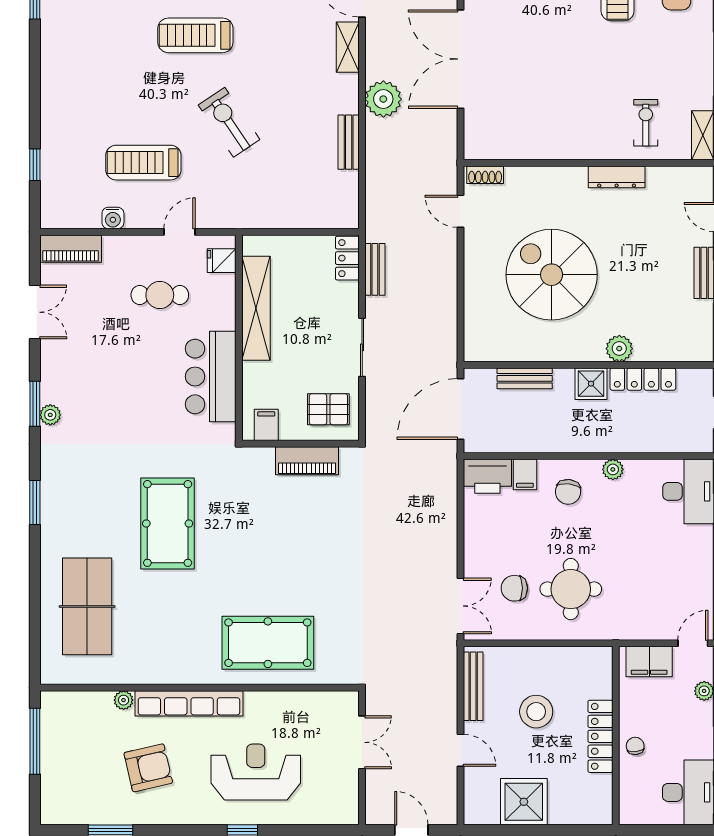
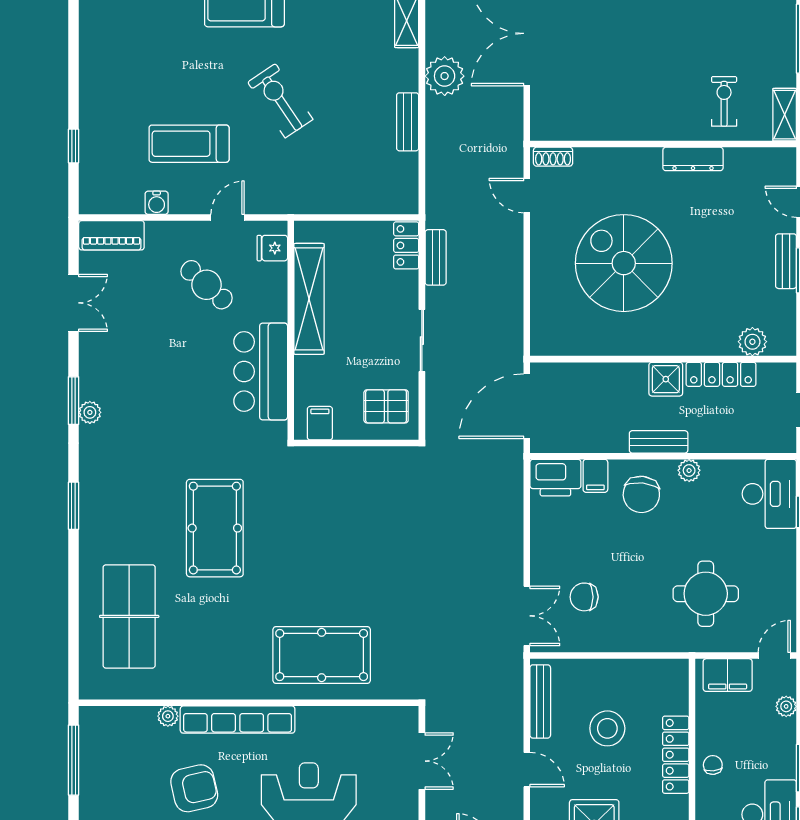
cafe table: (160, 295) -> (207, 285), turned 42
plant: (619, 349) -> (752, 342), moved
bench: (525, 378) -> (659, 442), moved
piano: (307, 461) -> (363, 461), removed
chair: (568, 492) -> (641, 494), width x1.37, depth x1.37
round table: (571, 589) -> (706, 594), moved

